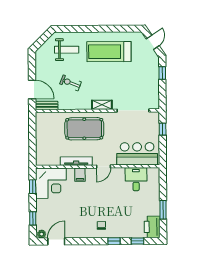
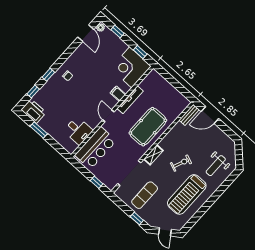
treadmill: (109, 52) -> (187, 194), turned 180
exercise bike: (71, 83) -> (181, 163), moved
exercise mat: (139, 83) -> (145, 195), added

